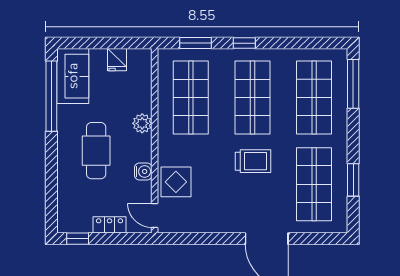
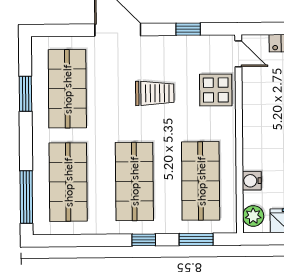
plant: (142, 123) -> (253, 216), moved
trolley: (253, 161) -> (155, 93), moved, turned 180
water cooler: (143, 171) -> (252, 181), moved
window: (201, 239) -> (188, 29), added

